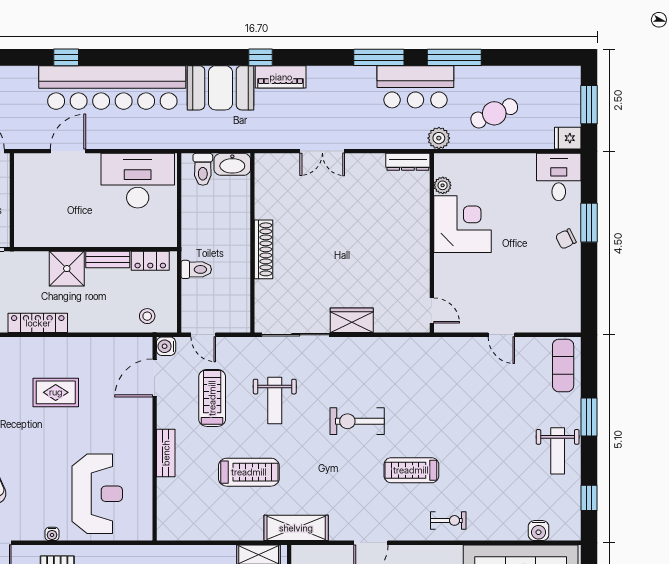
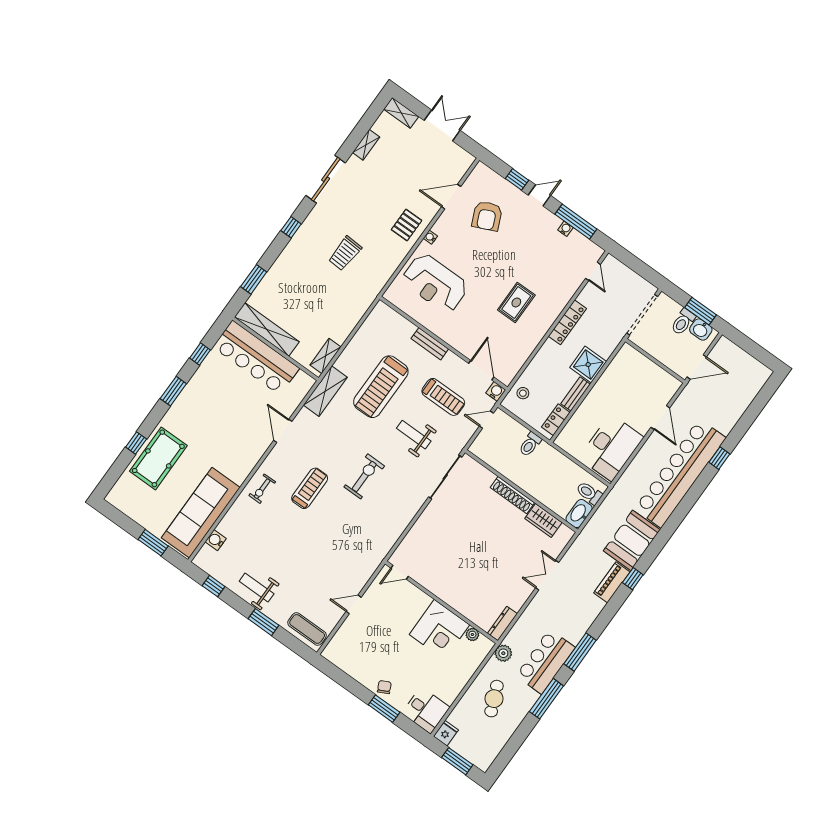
wardrobe: (352, 320) -> (543, 520), moved, turned 90
treadmill: (249, 472) -> (381, 387), width x1.37, depth x1.38

